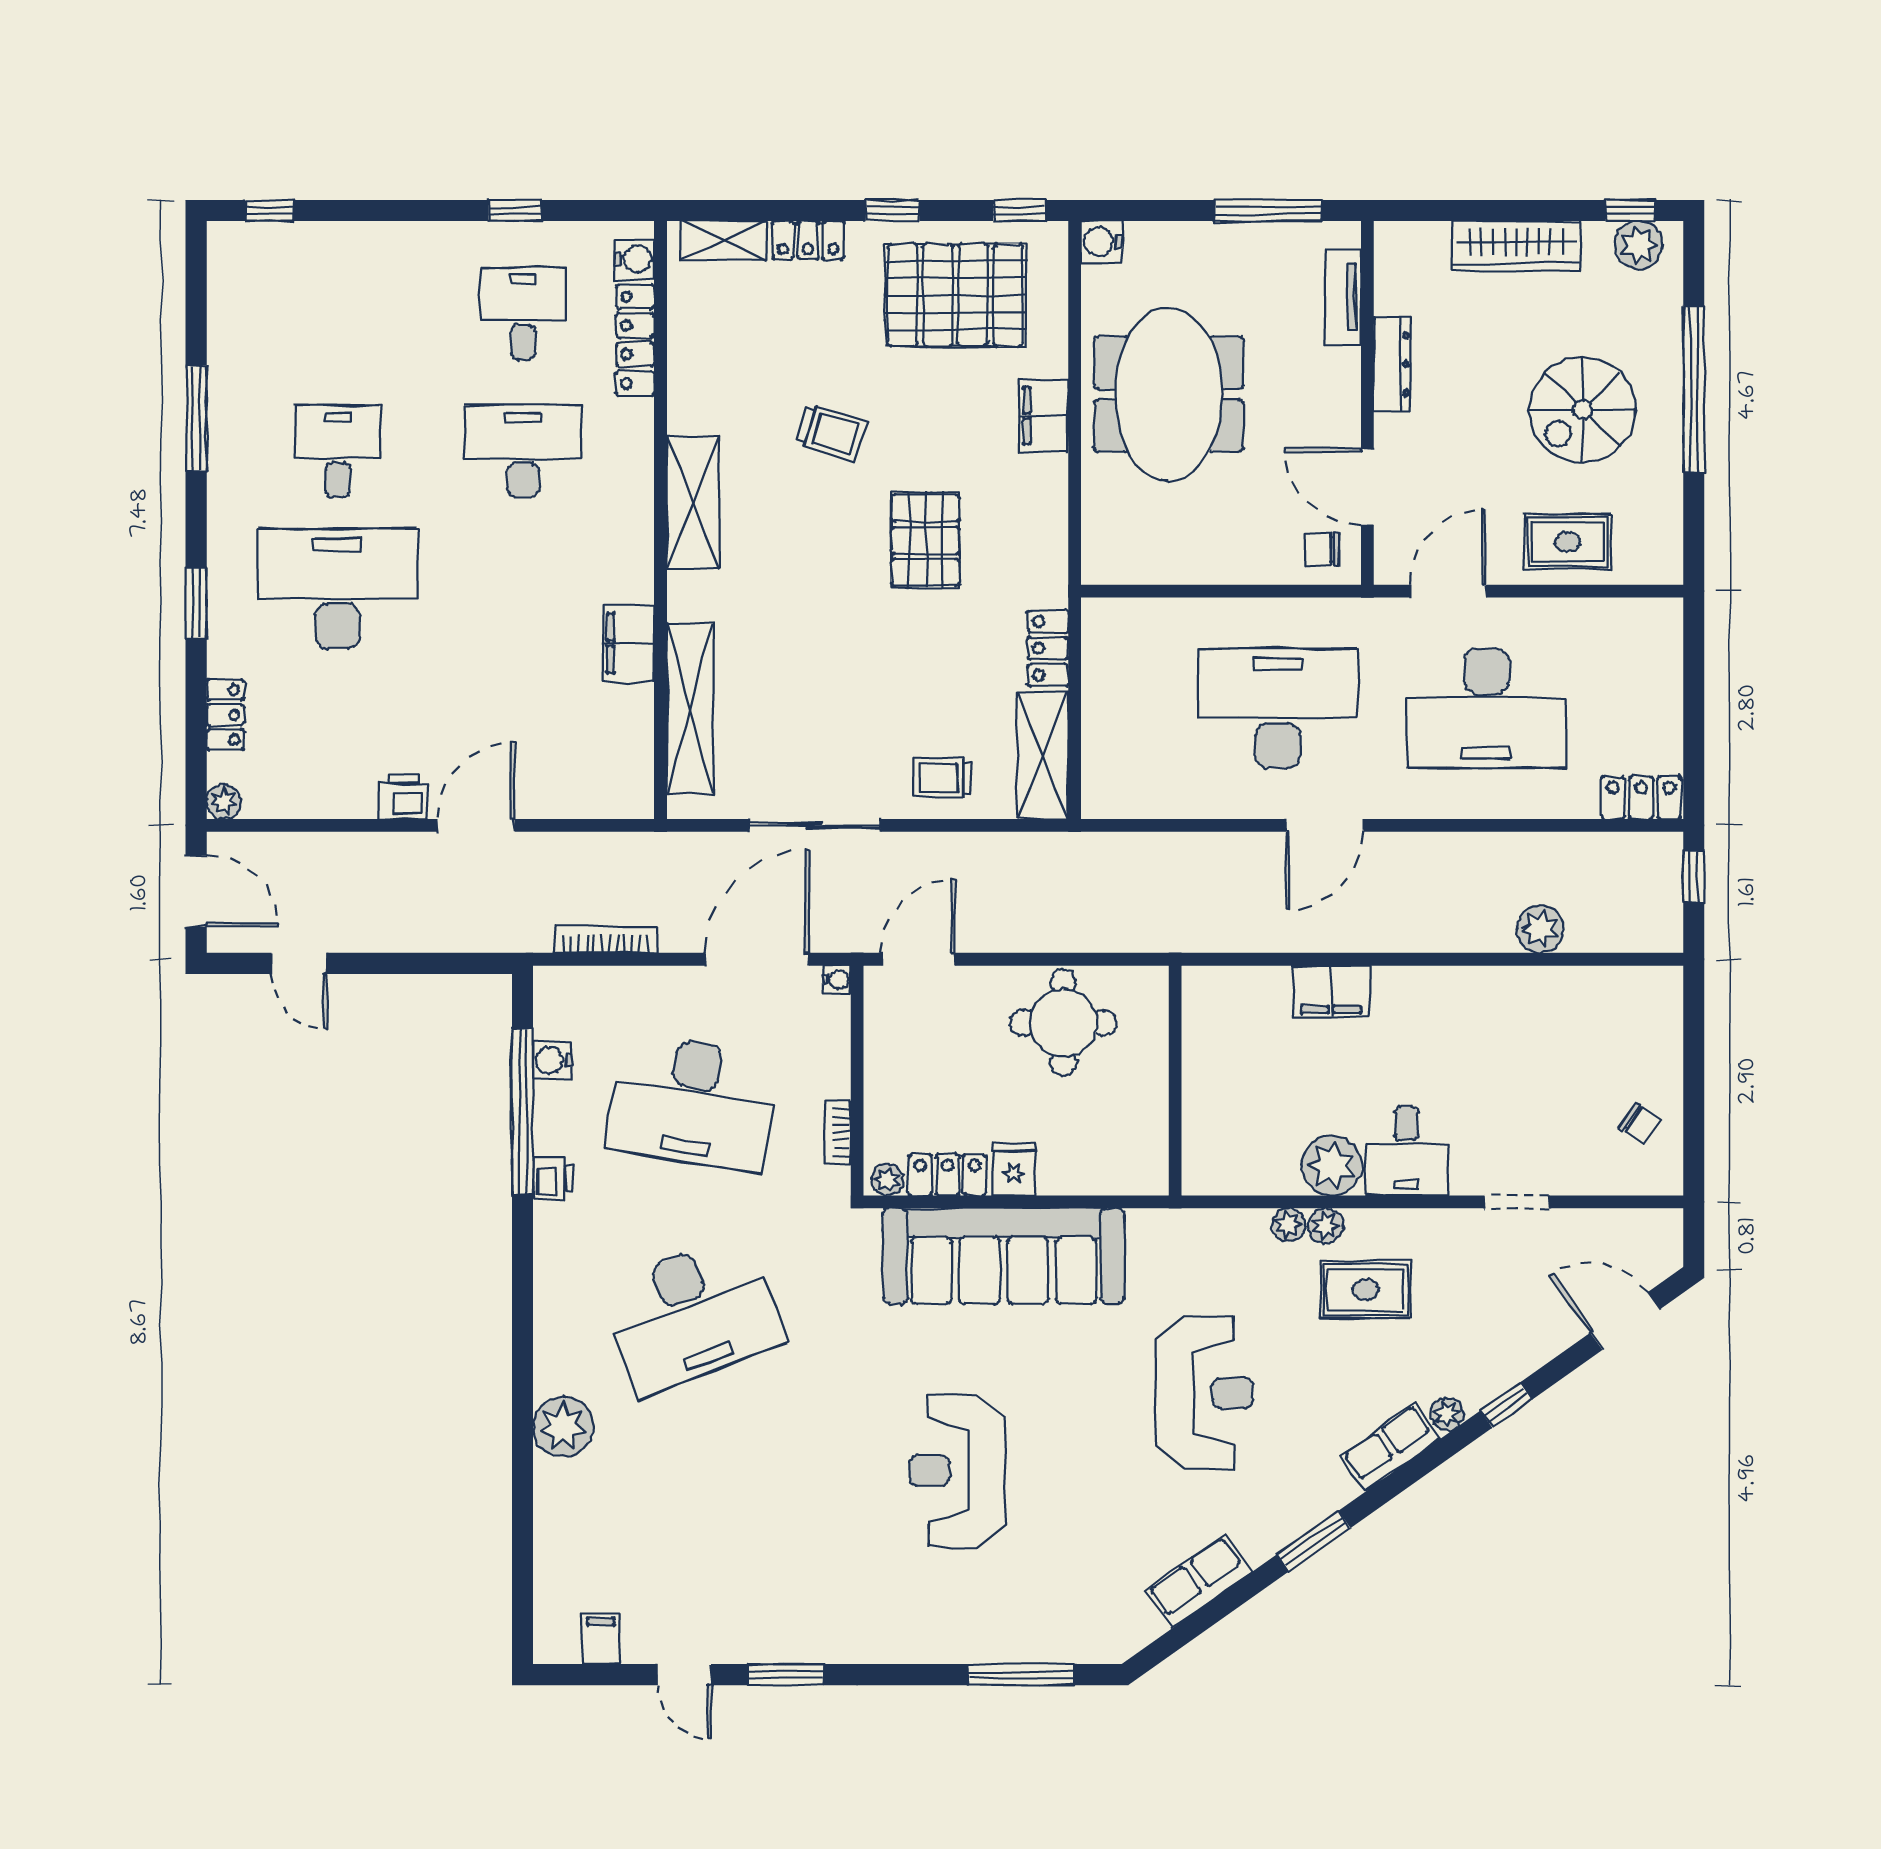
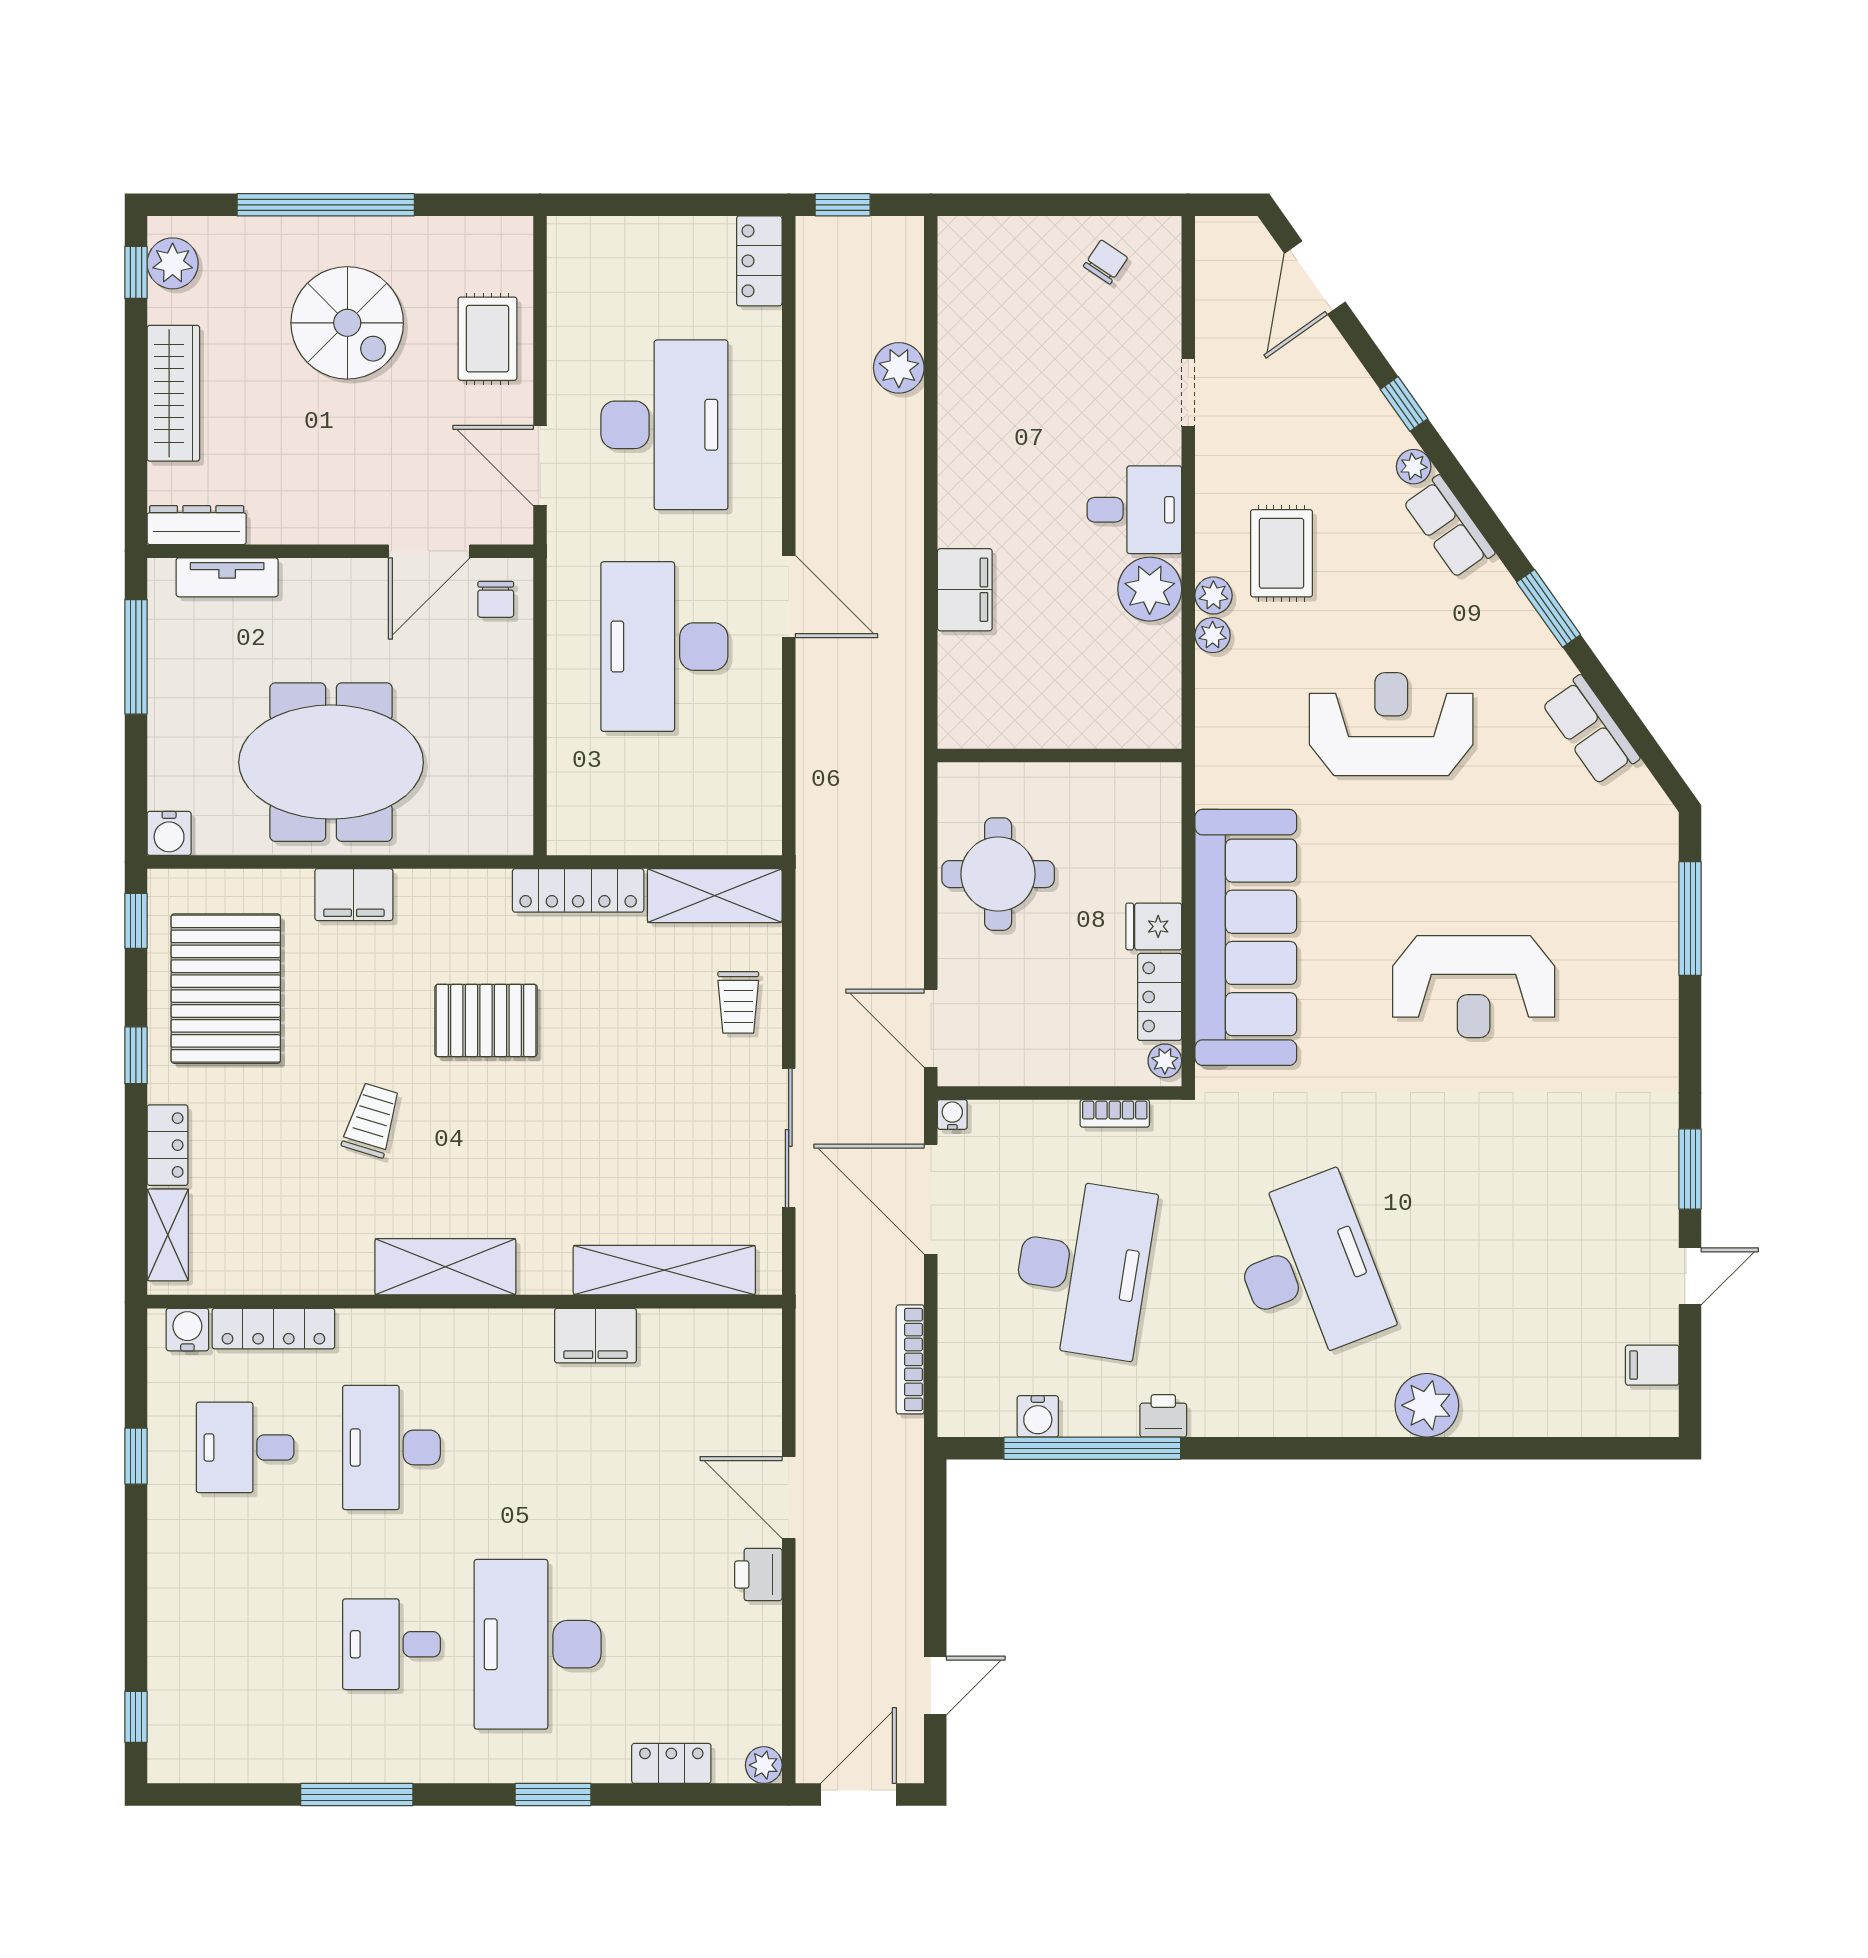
dresser: (1392, 364) -> (197, 525), moved
locker: (1048, 648) -> (578, 890), width x1.53

